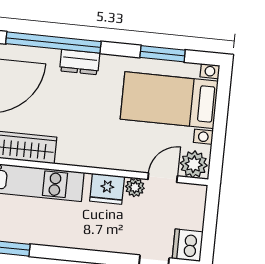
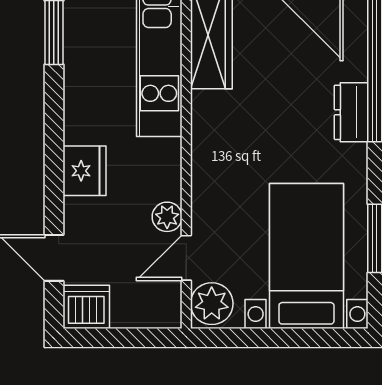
door: (163, 178) -> (186, 258), swing flipped
fridge: (107, 189) -> (84, 171), moved, turned 180

